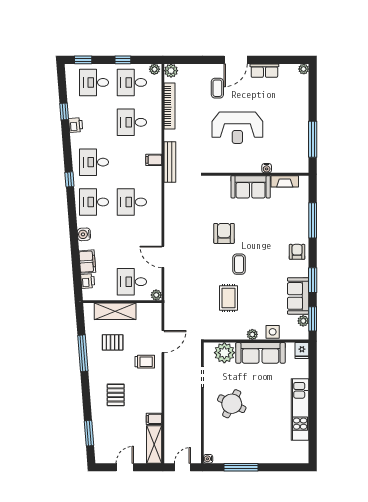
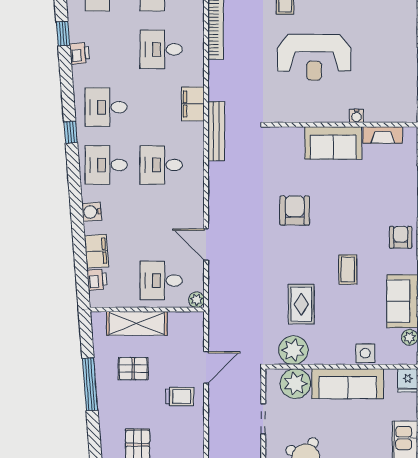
filing cabinet: (154, 160) -> (193, 104), width x2.00
bench: (170, 162) -> (216, 131), moved
coffee table: (239, 264) -> (348, 270), moved
plant: (252, 334) -> (293, 350), moved, width x1.87, depth x1.87

